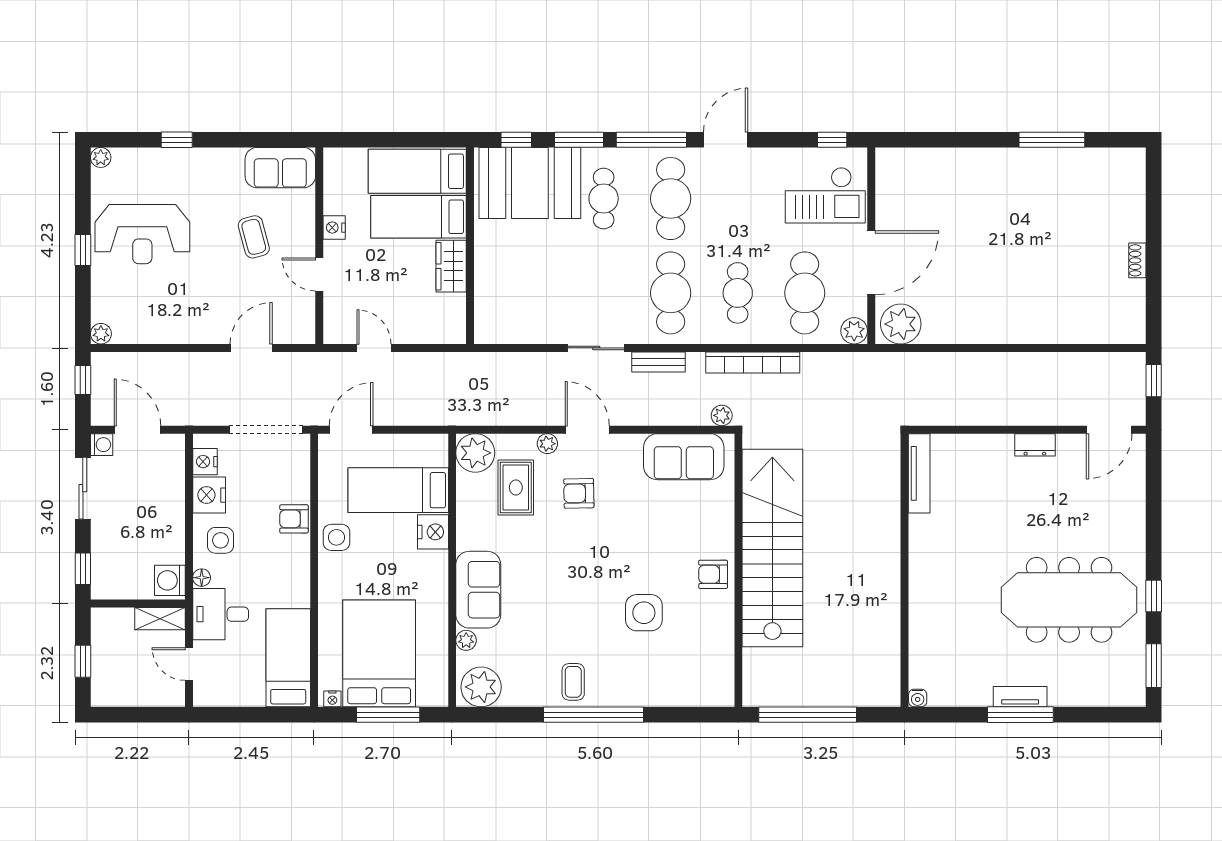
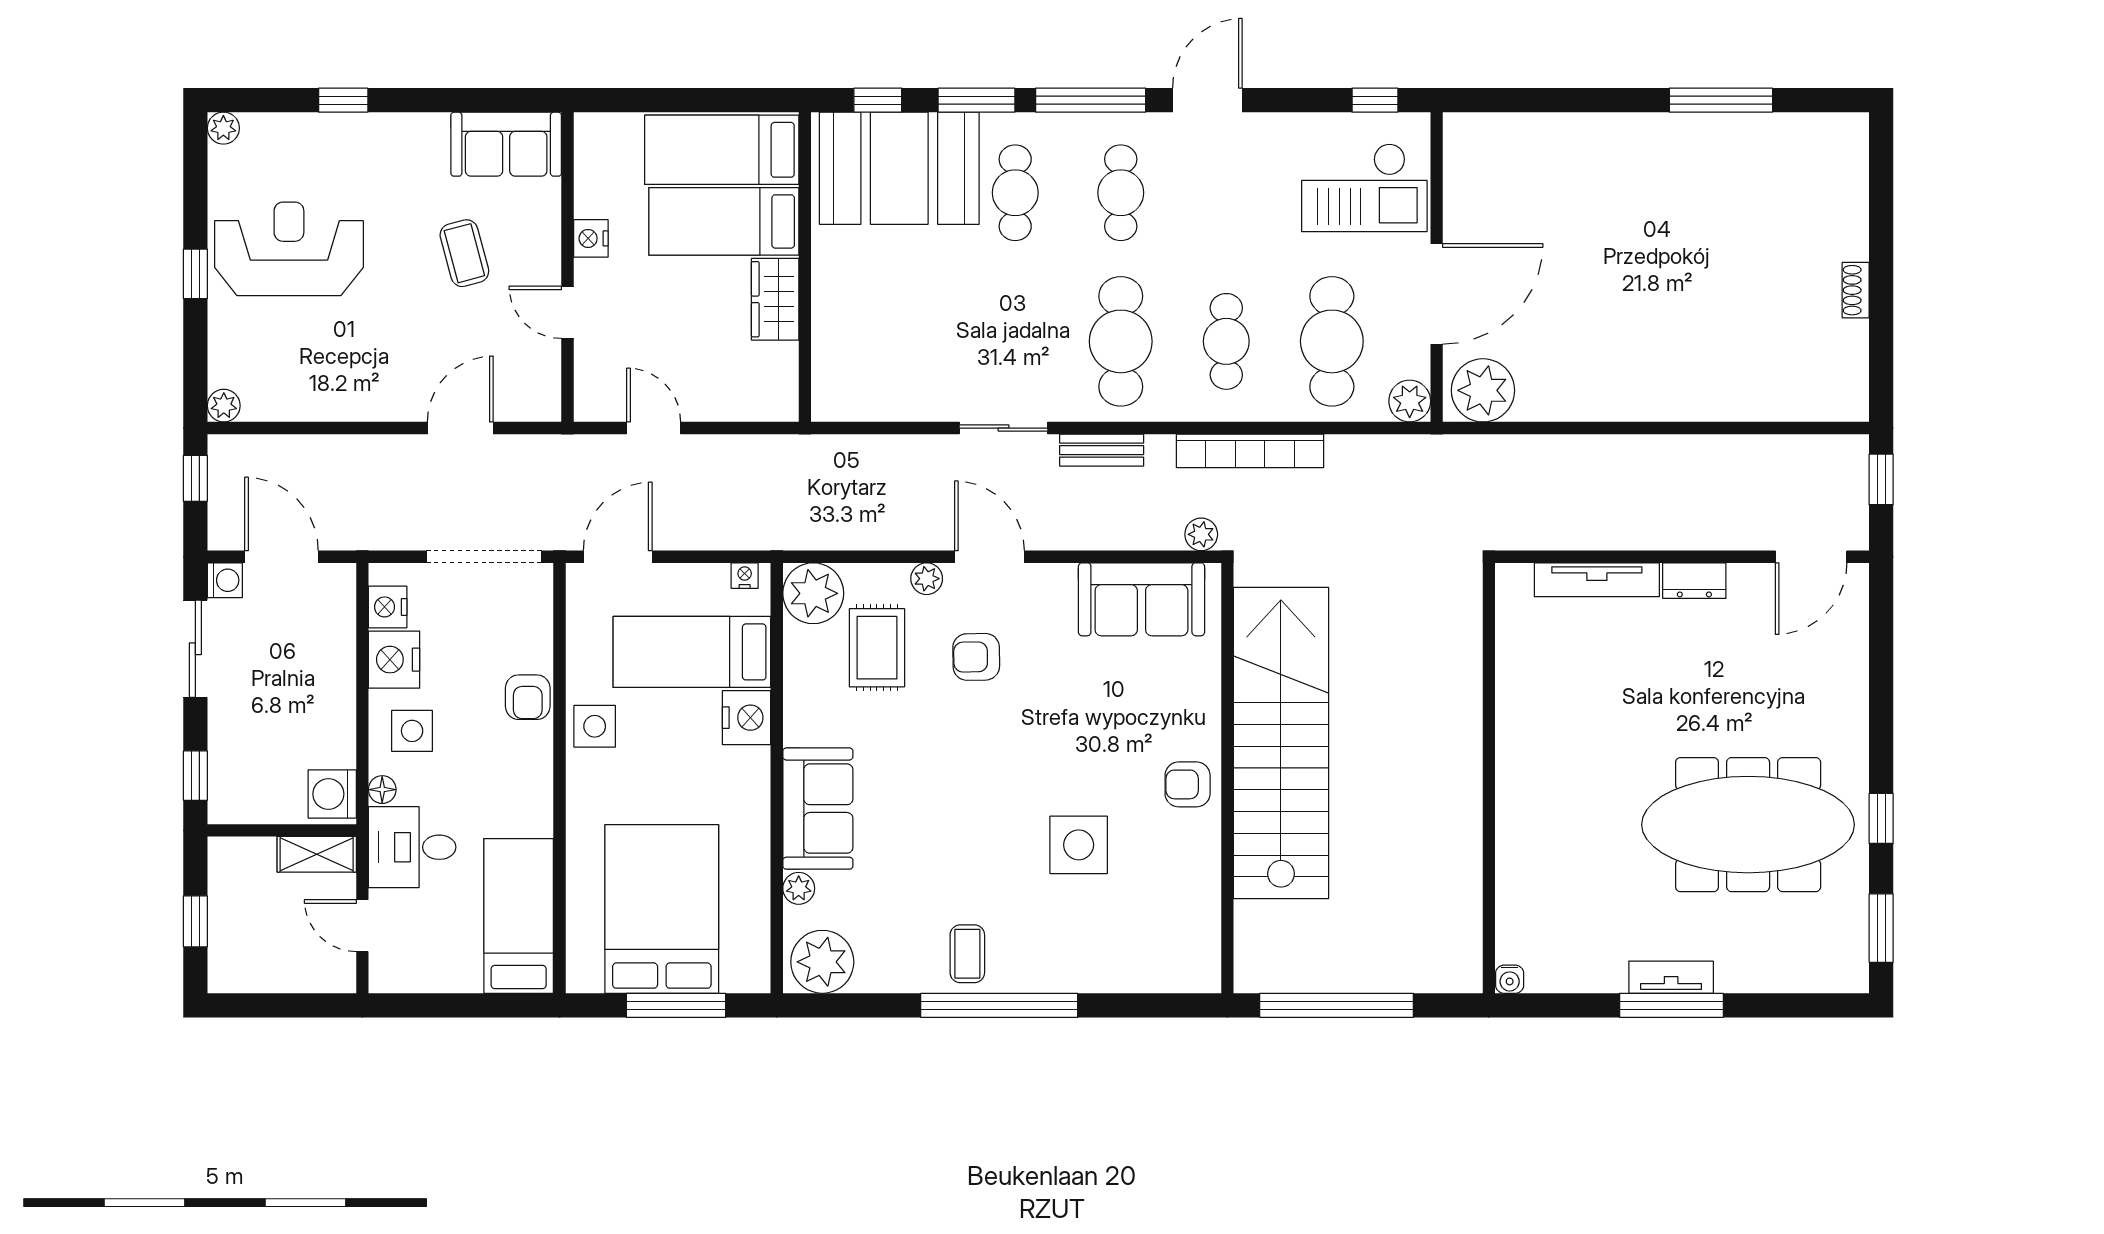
cafe table: (671, 199) -> (1121, 193), width x0.73, depth x0.74
reception desk: (142, 234) -> (289, 249), turned 180
tv unit: (919, 473) -> (1597, 580), moved, turned 90
armchair: (294, 519) -> (528, 697), turned -90
nightstand: (332, 699) -> (745, 576), moved, turned 180

